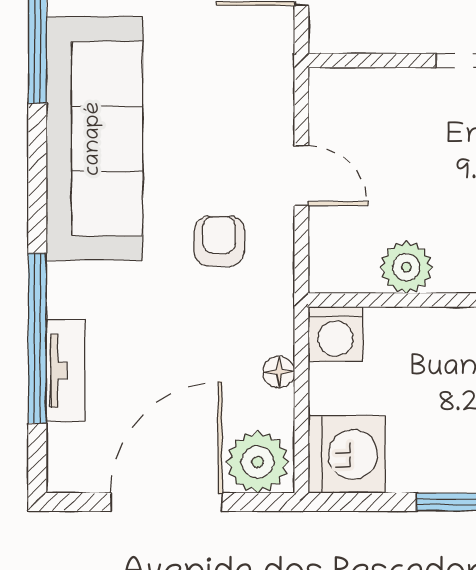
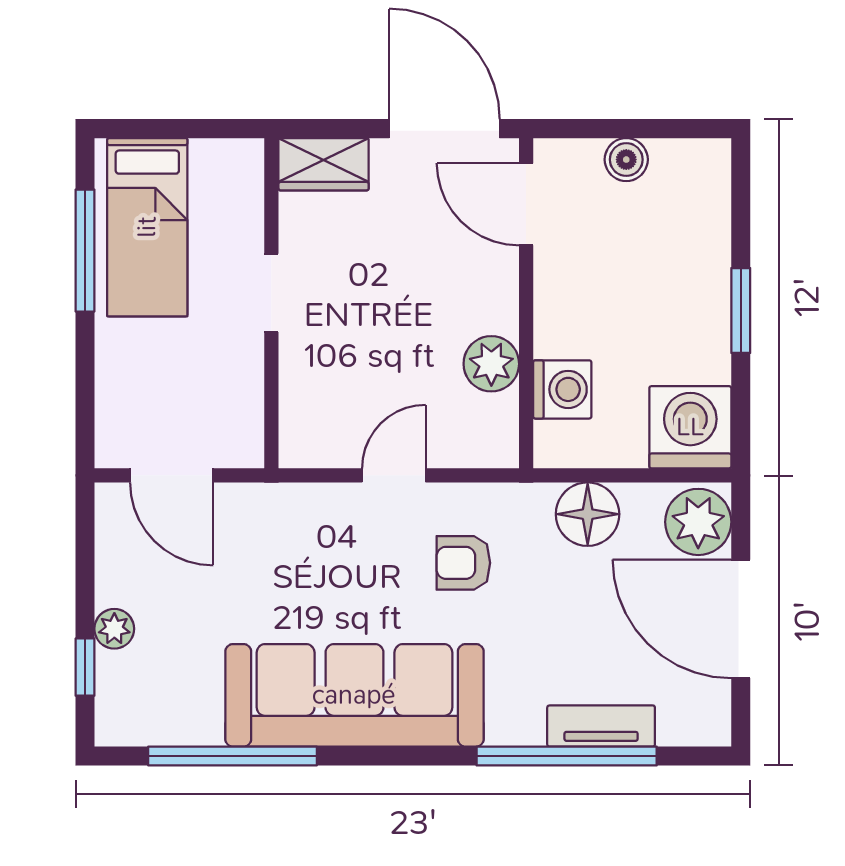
washing machine: (335, 334) -> (562, 389), moved
floor lamp: (279, 372) -> (588, 514), width x1.89, depth x1.89

